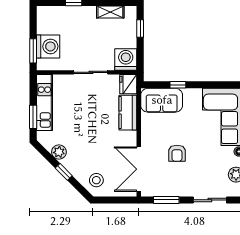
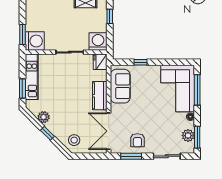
washing machine: (48, 46) -> (35, 41), moved
sofa: (162, 100) -> (120, 86), moved, turned -90
kitchen counter: (128, 113) -> (100, 96), moved
armchair: (177, 153) -> (137, 140), moved

